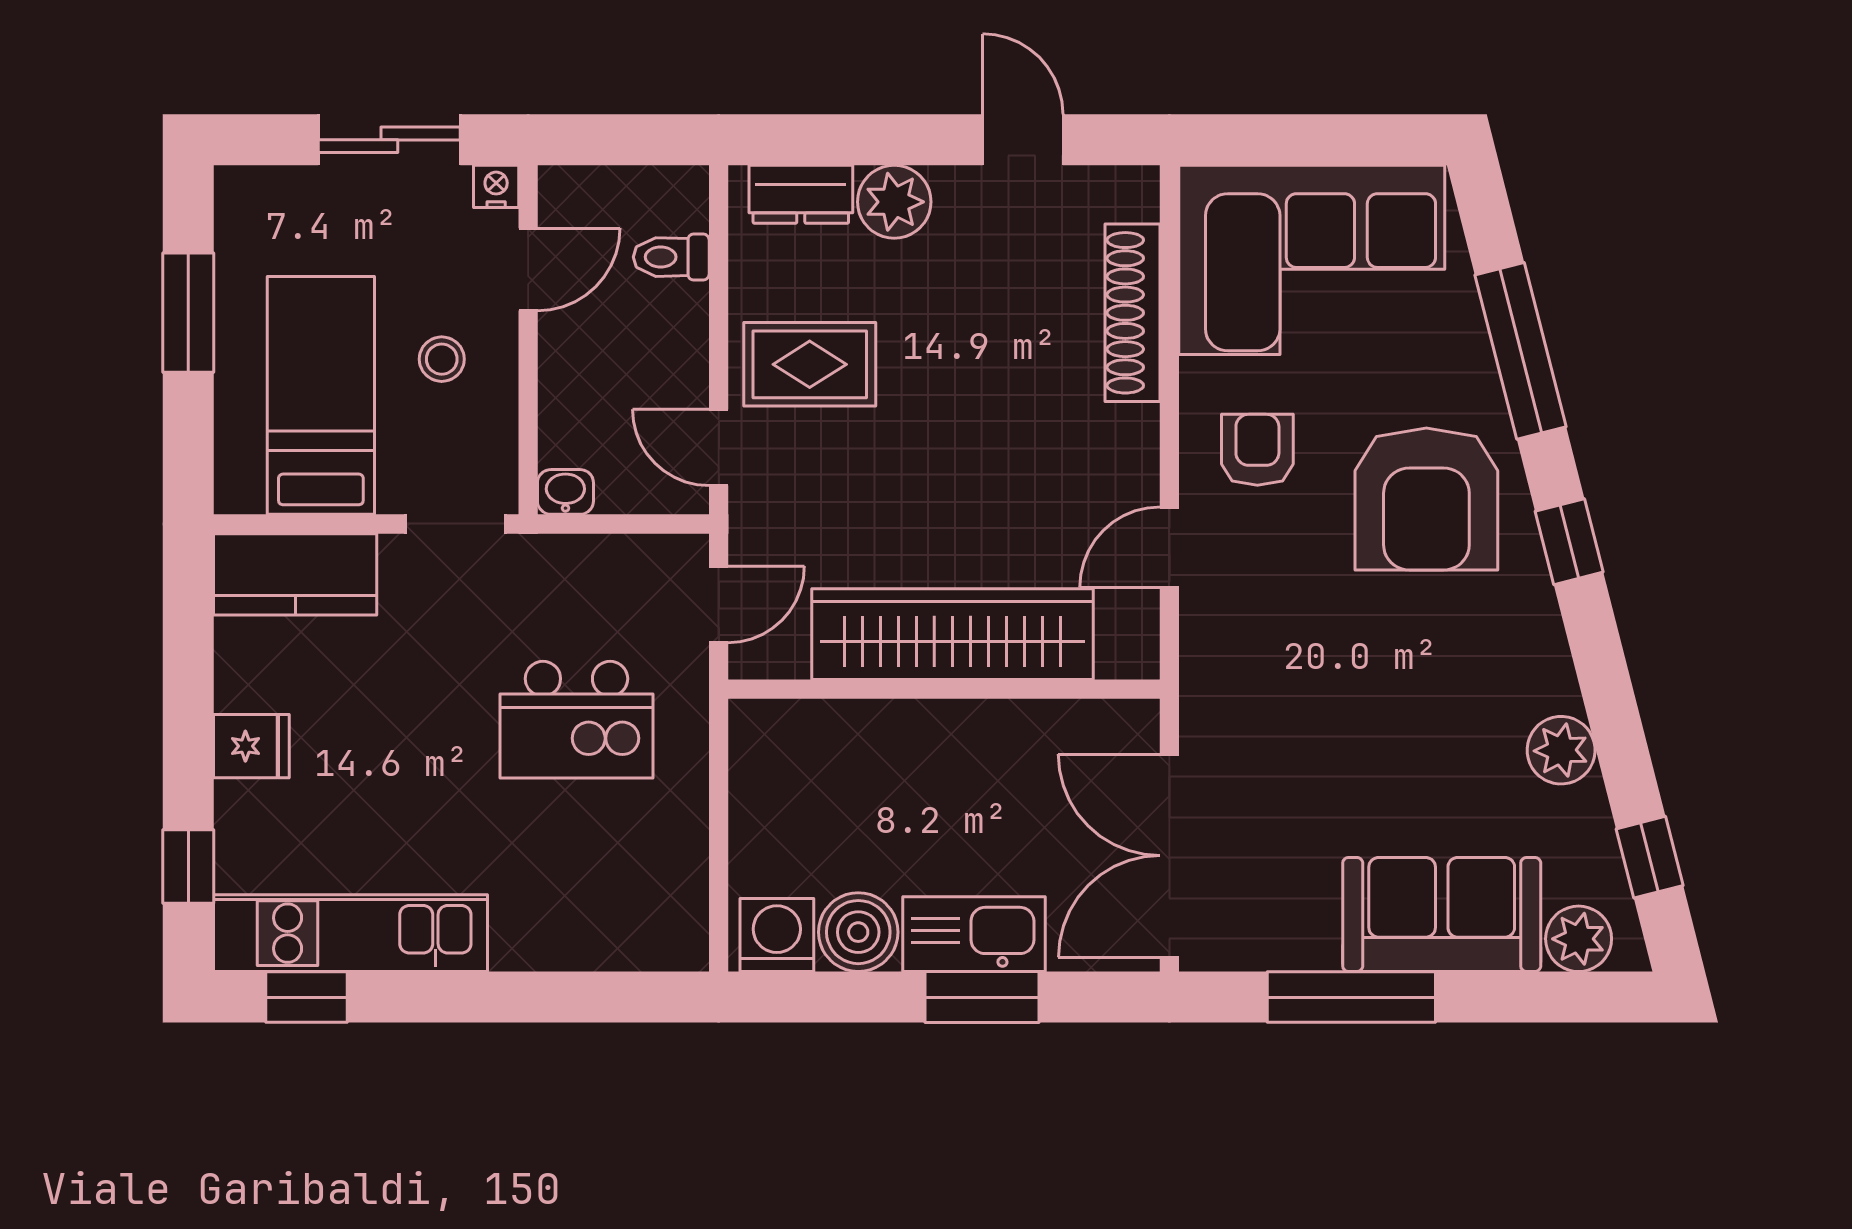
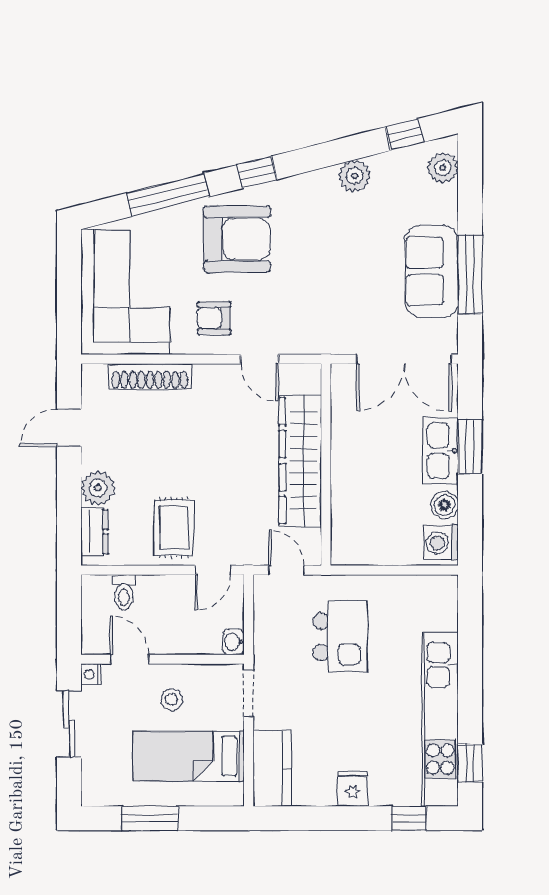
sofa: (1442, 915) -> (431, 271), moved
boiler: (858, 932) -> (445, 505), width x0.73, depth x0.73
kitchen unit: (351, 933) -> (440, 719), width x1.36

